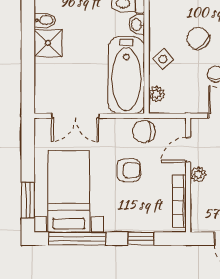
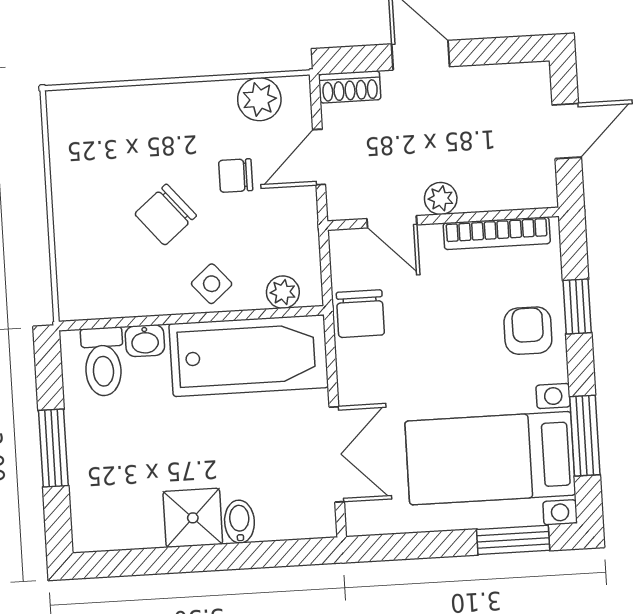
bidet: (45, 20) -> (239, 522), moved
armchair: (129, 170) -> (528, 331), moved
window: (77, 239) -> (585, 436), width x0.69

